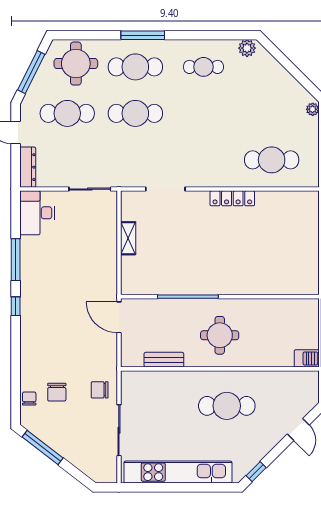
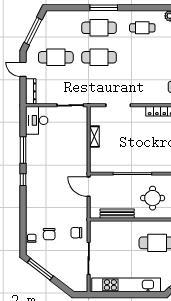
round table: (76, 64) -> (61, 26), removed
bench: (164, 360) -> (117, 214), width x1.36

